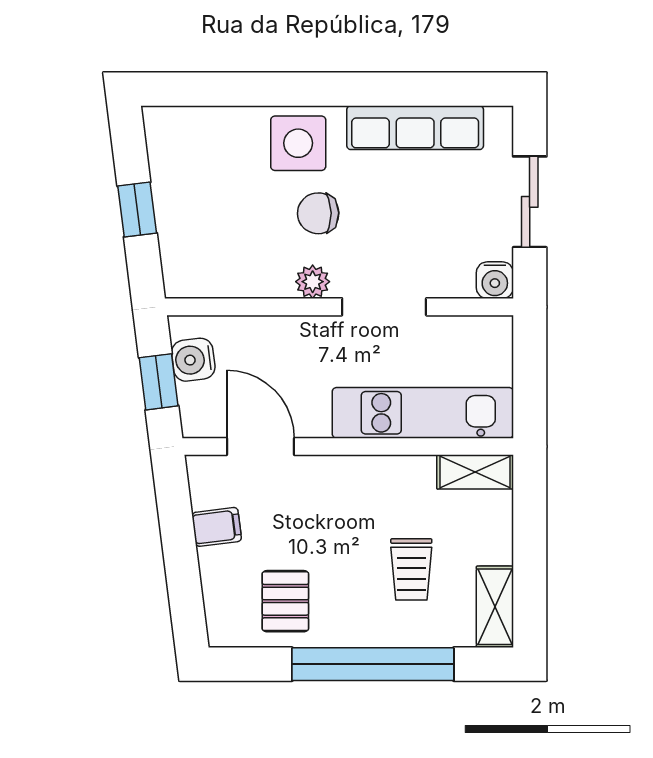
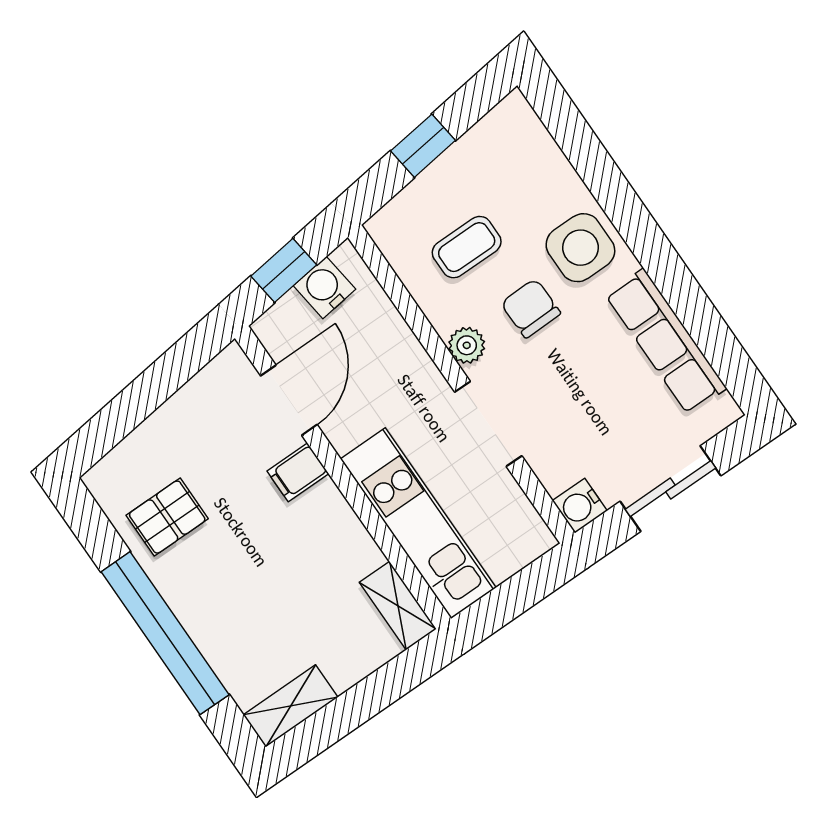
coffee table: (238, 230) -> (467, 247), added
filing cabinet: (217, 527) -> (298, 472), moved, turned 97
trolley: (411, 569) -> (273, 609), removed

